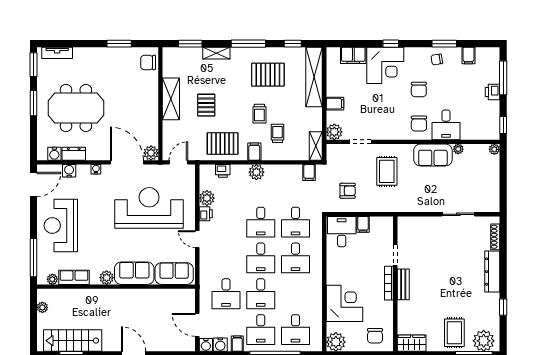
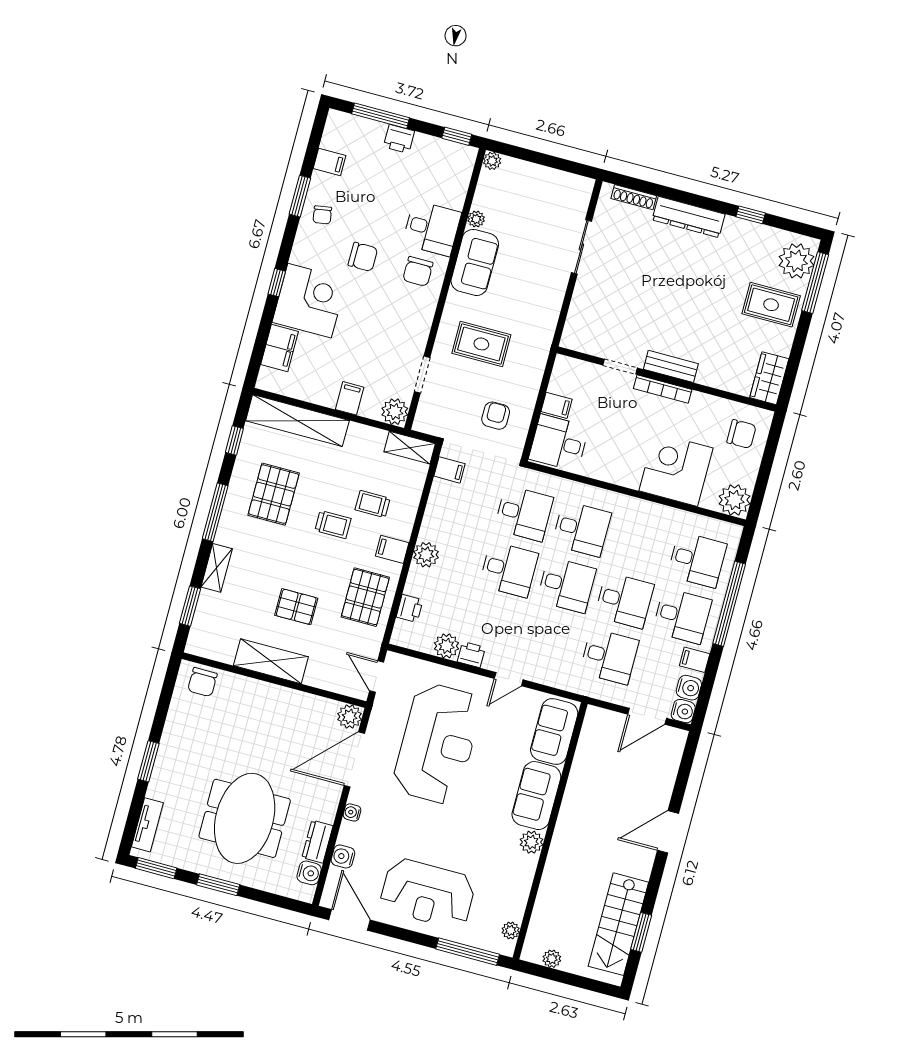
window: (119, 44) -> (148, 761), moved
chair: (419, 124) -> (418, 271), turned 90
reception desk: (149, 208) -> (437, 744), turned 180
row of seats: (74, 277) -> (517, 895), removed

